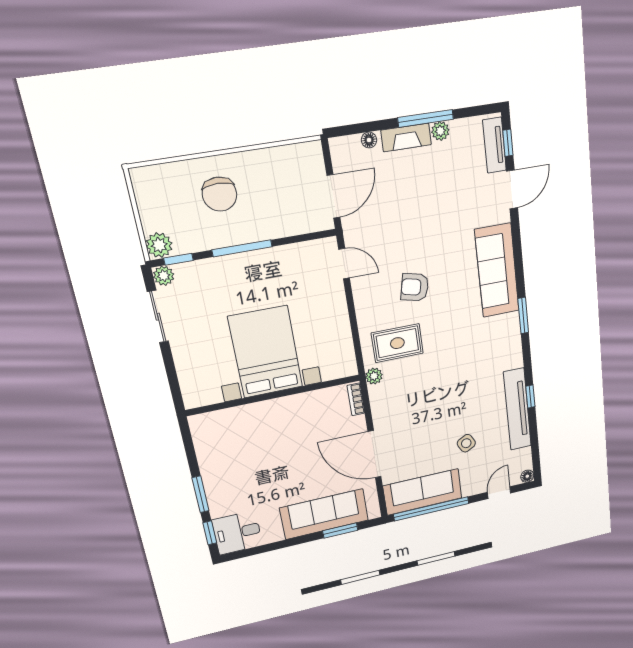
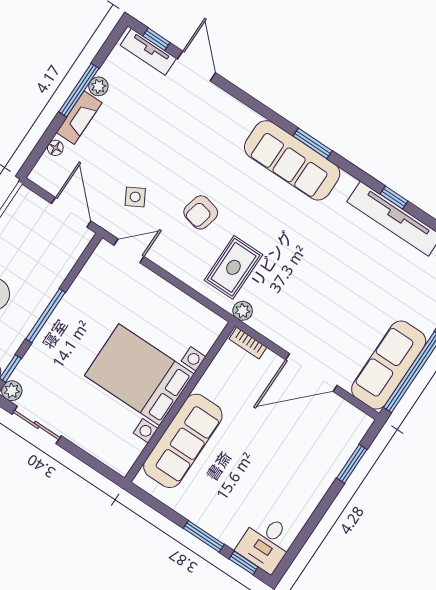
sofa: (497, 271) -> (292, 160), moved
side table: (466, 443) -> (135, 197), moved
sofa: (324, 514) -> (183, 441), moved, turned 180

